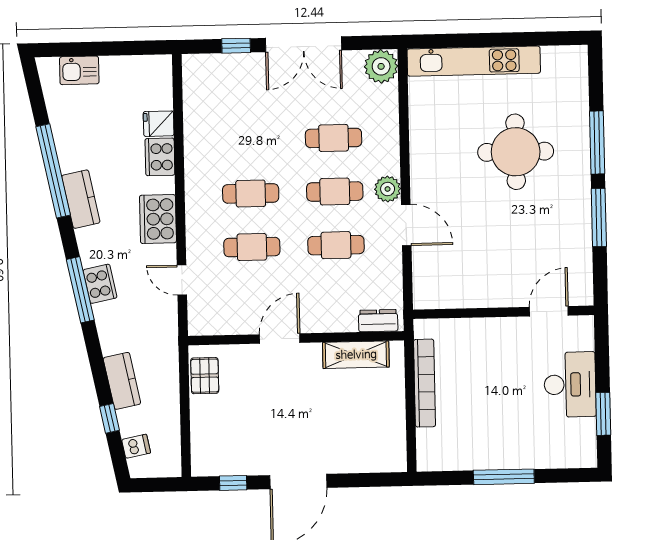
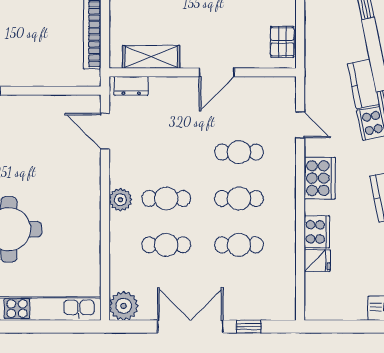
door: (406, 225) -> (105, 131), moved
cafe table: (336, 245) -> (239, 245), moved
kitchen counter: (122, 381) -> (363, 84), moved

